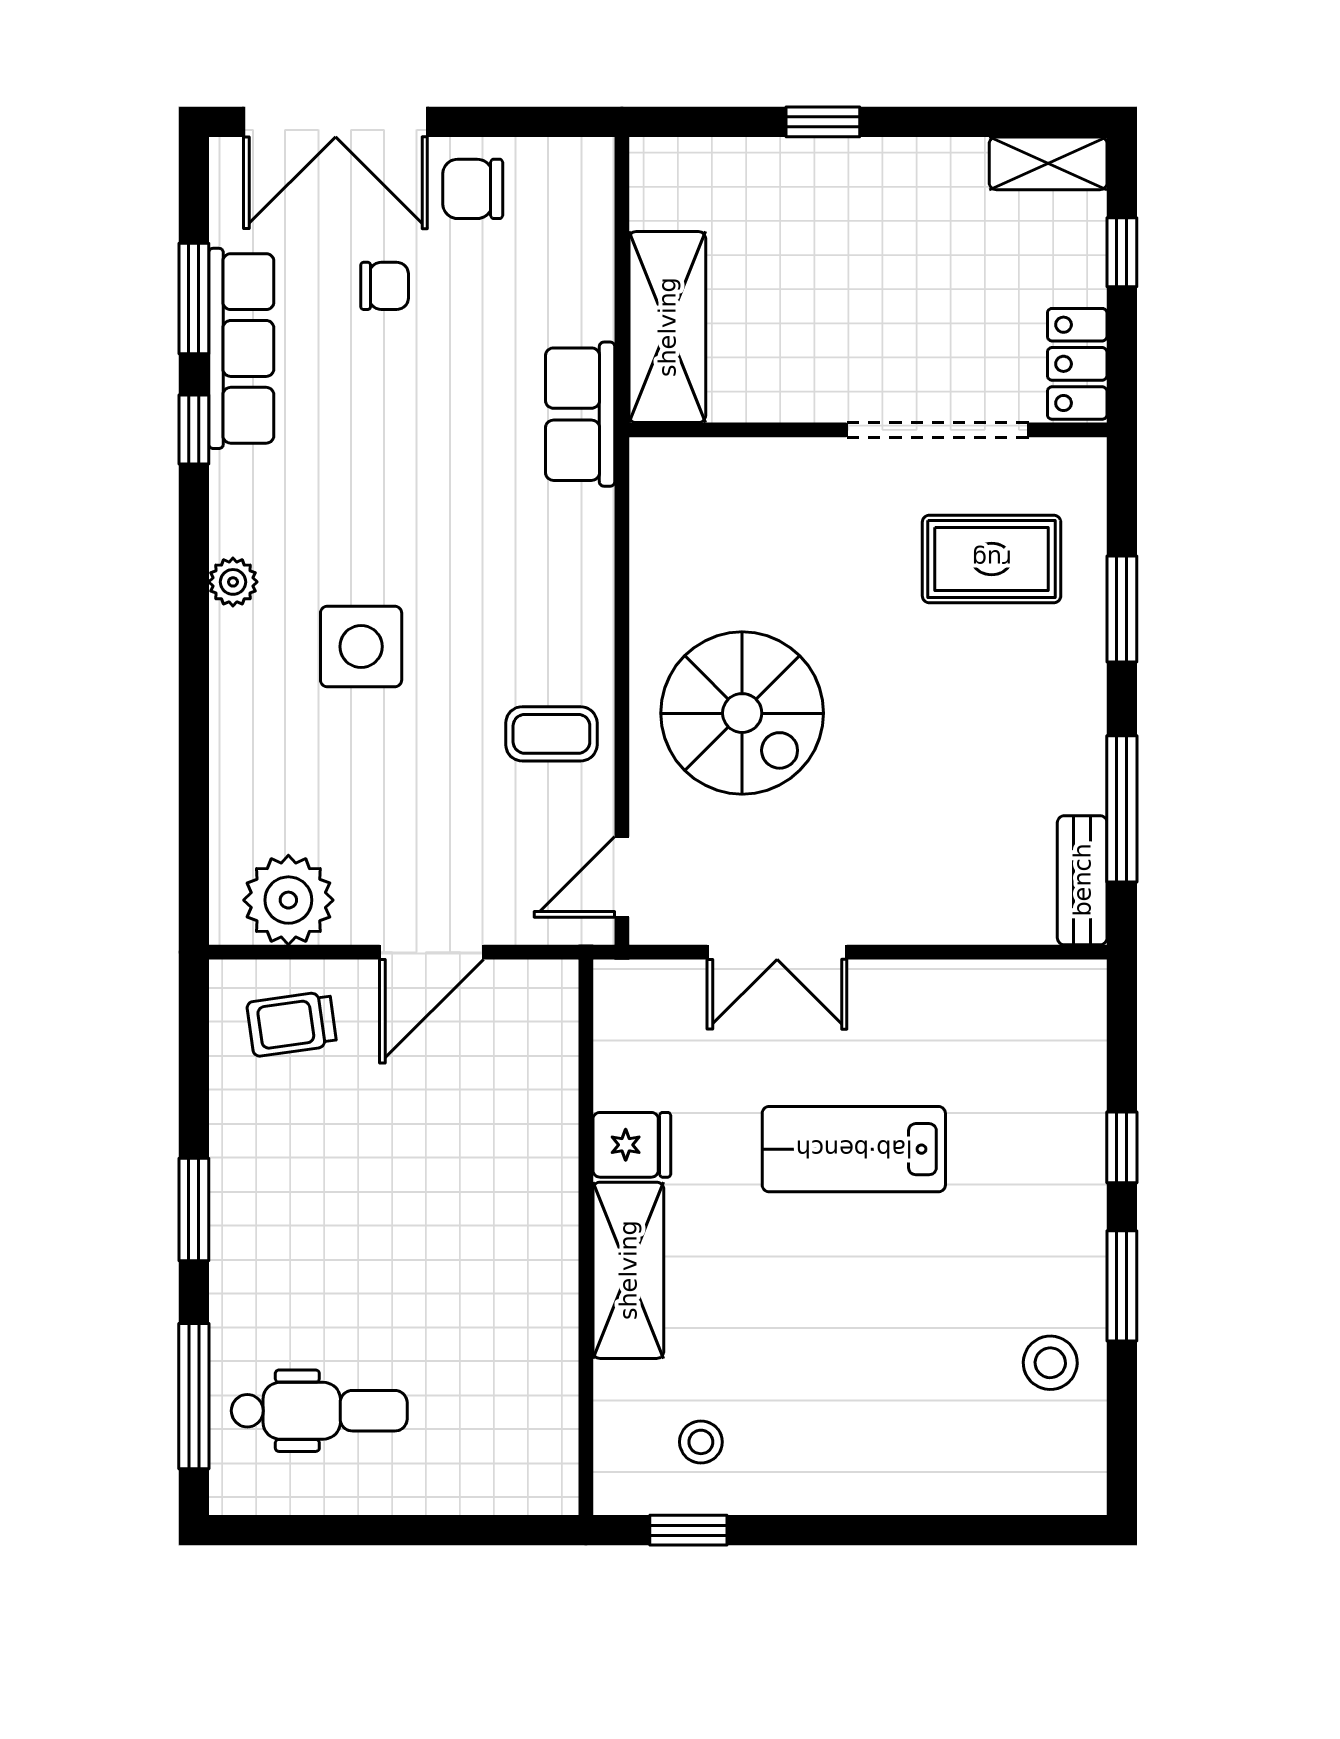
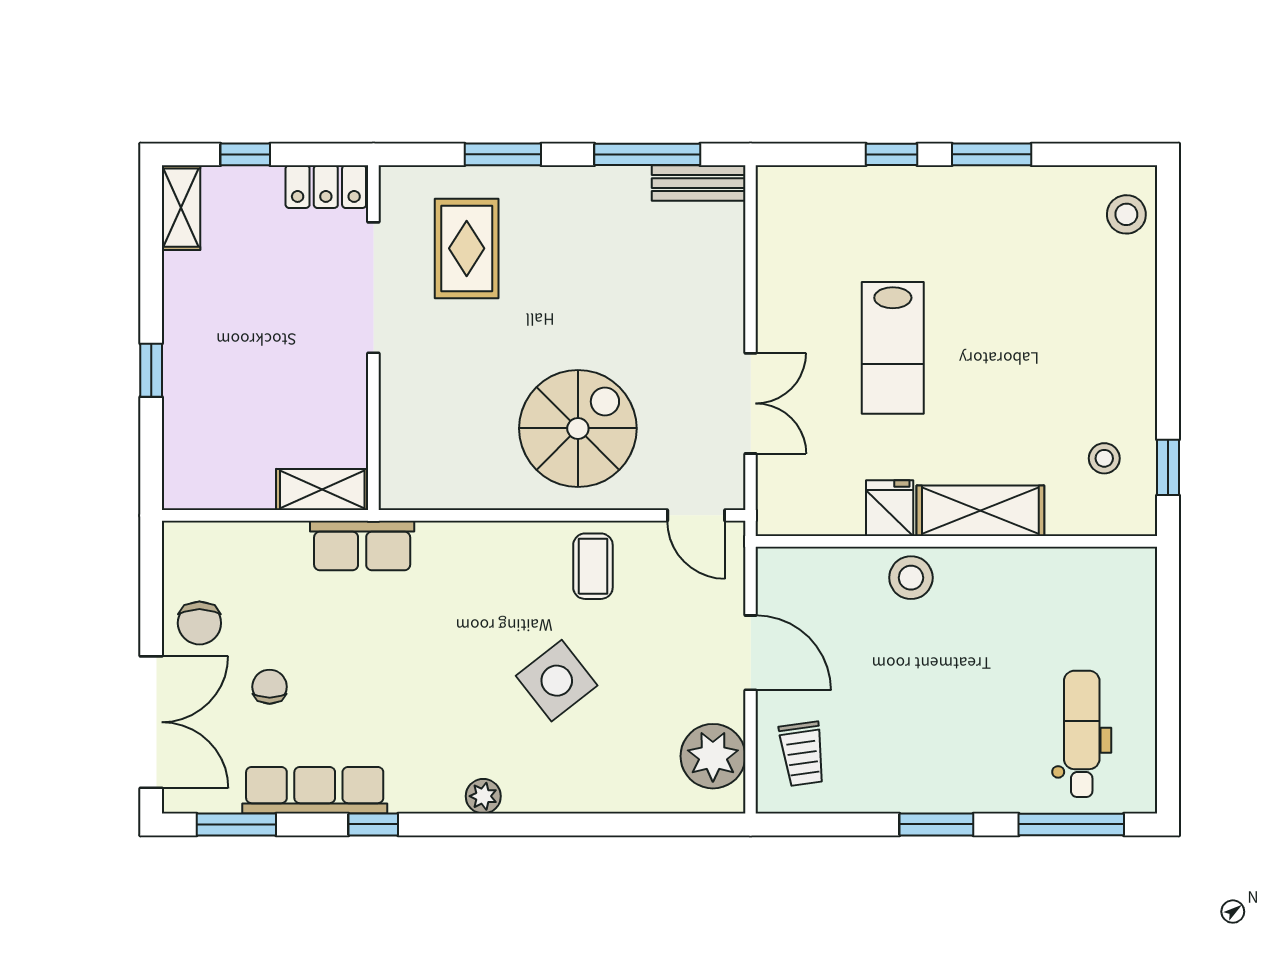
window: (194, 299) -> (236, 824), moved
shelving: (667, 327) -> (322, 489), width x0.67, depth x0.75
side table: (361, 647) -> (557, 681), moved, turned -38
stool: (536, 1174) -> (911, 578), added
stool: (1050, 1363) -> (1126, 214), moved

